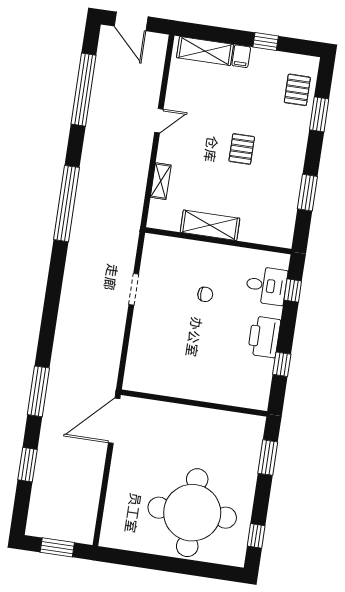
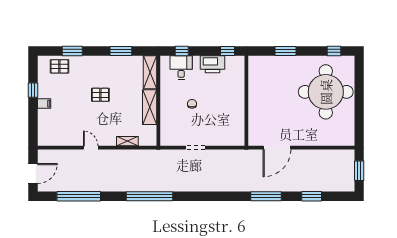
shelving: (205, 51) -> (150, 72), moved
wall: (194, 403) -> (246, 101), moved
door: (114, 421) -> (277, 148), hinge flipped

